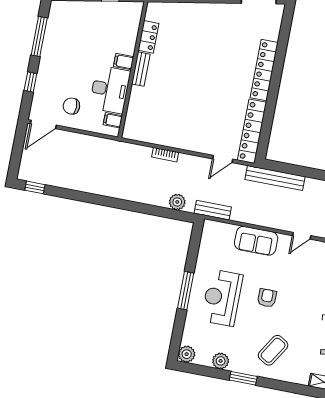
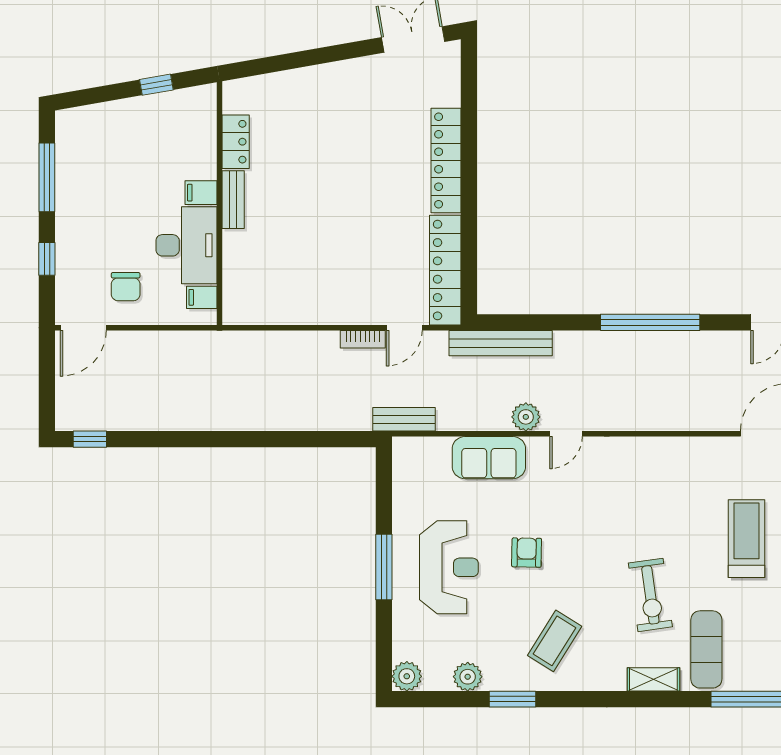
chair: (71, 106) -> (126, 287), turned -90
bookcase: (165, 155) -> (363, 339), moved
plant: (177, 202) -> (526, 417), moved
reception desk: (222, 298) -> (449, 567), turned 180

